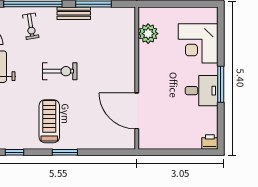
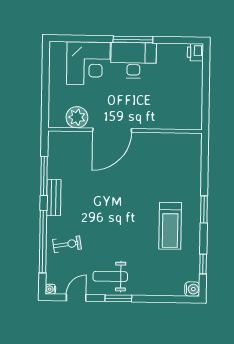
exercise bike: (60, 71) -> (116, 214), removed
desk: (202, 91) -> (134, 60), width x1.37
door: (137, 111) -> (112, 130), moved
treadmill: (49, 121) -> (170, 226), turned -90

